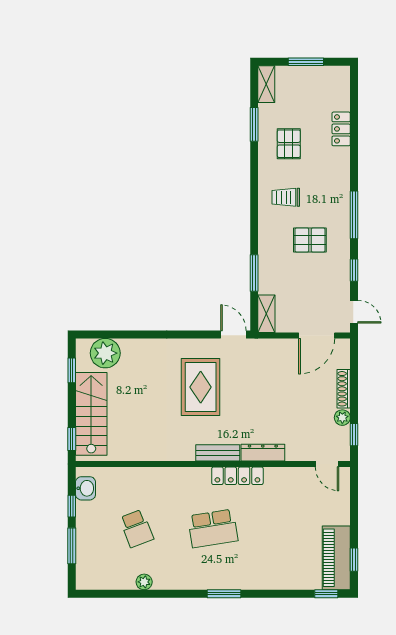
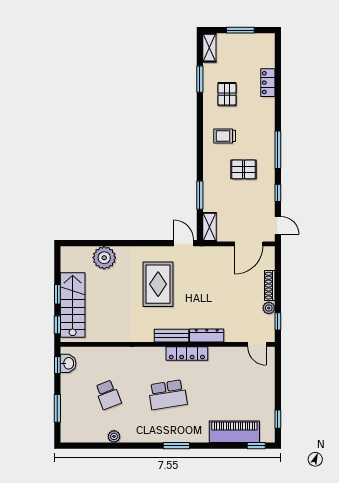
plant: (105, 353) -> (104, 258), moved
window: (72, 370) -> (57, 294), moved
window: (72, 506) -> (57, 365), moved
piano: (336, 558) -> (234, 432), moved, turned 90

